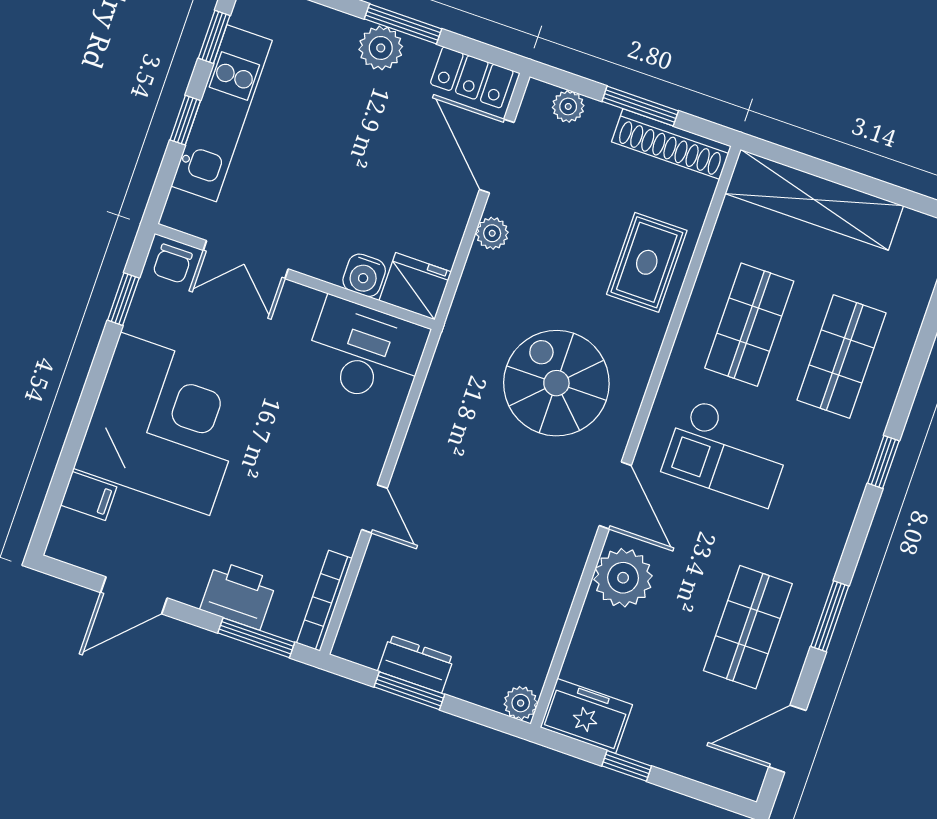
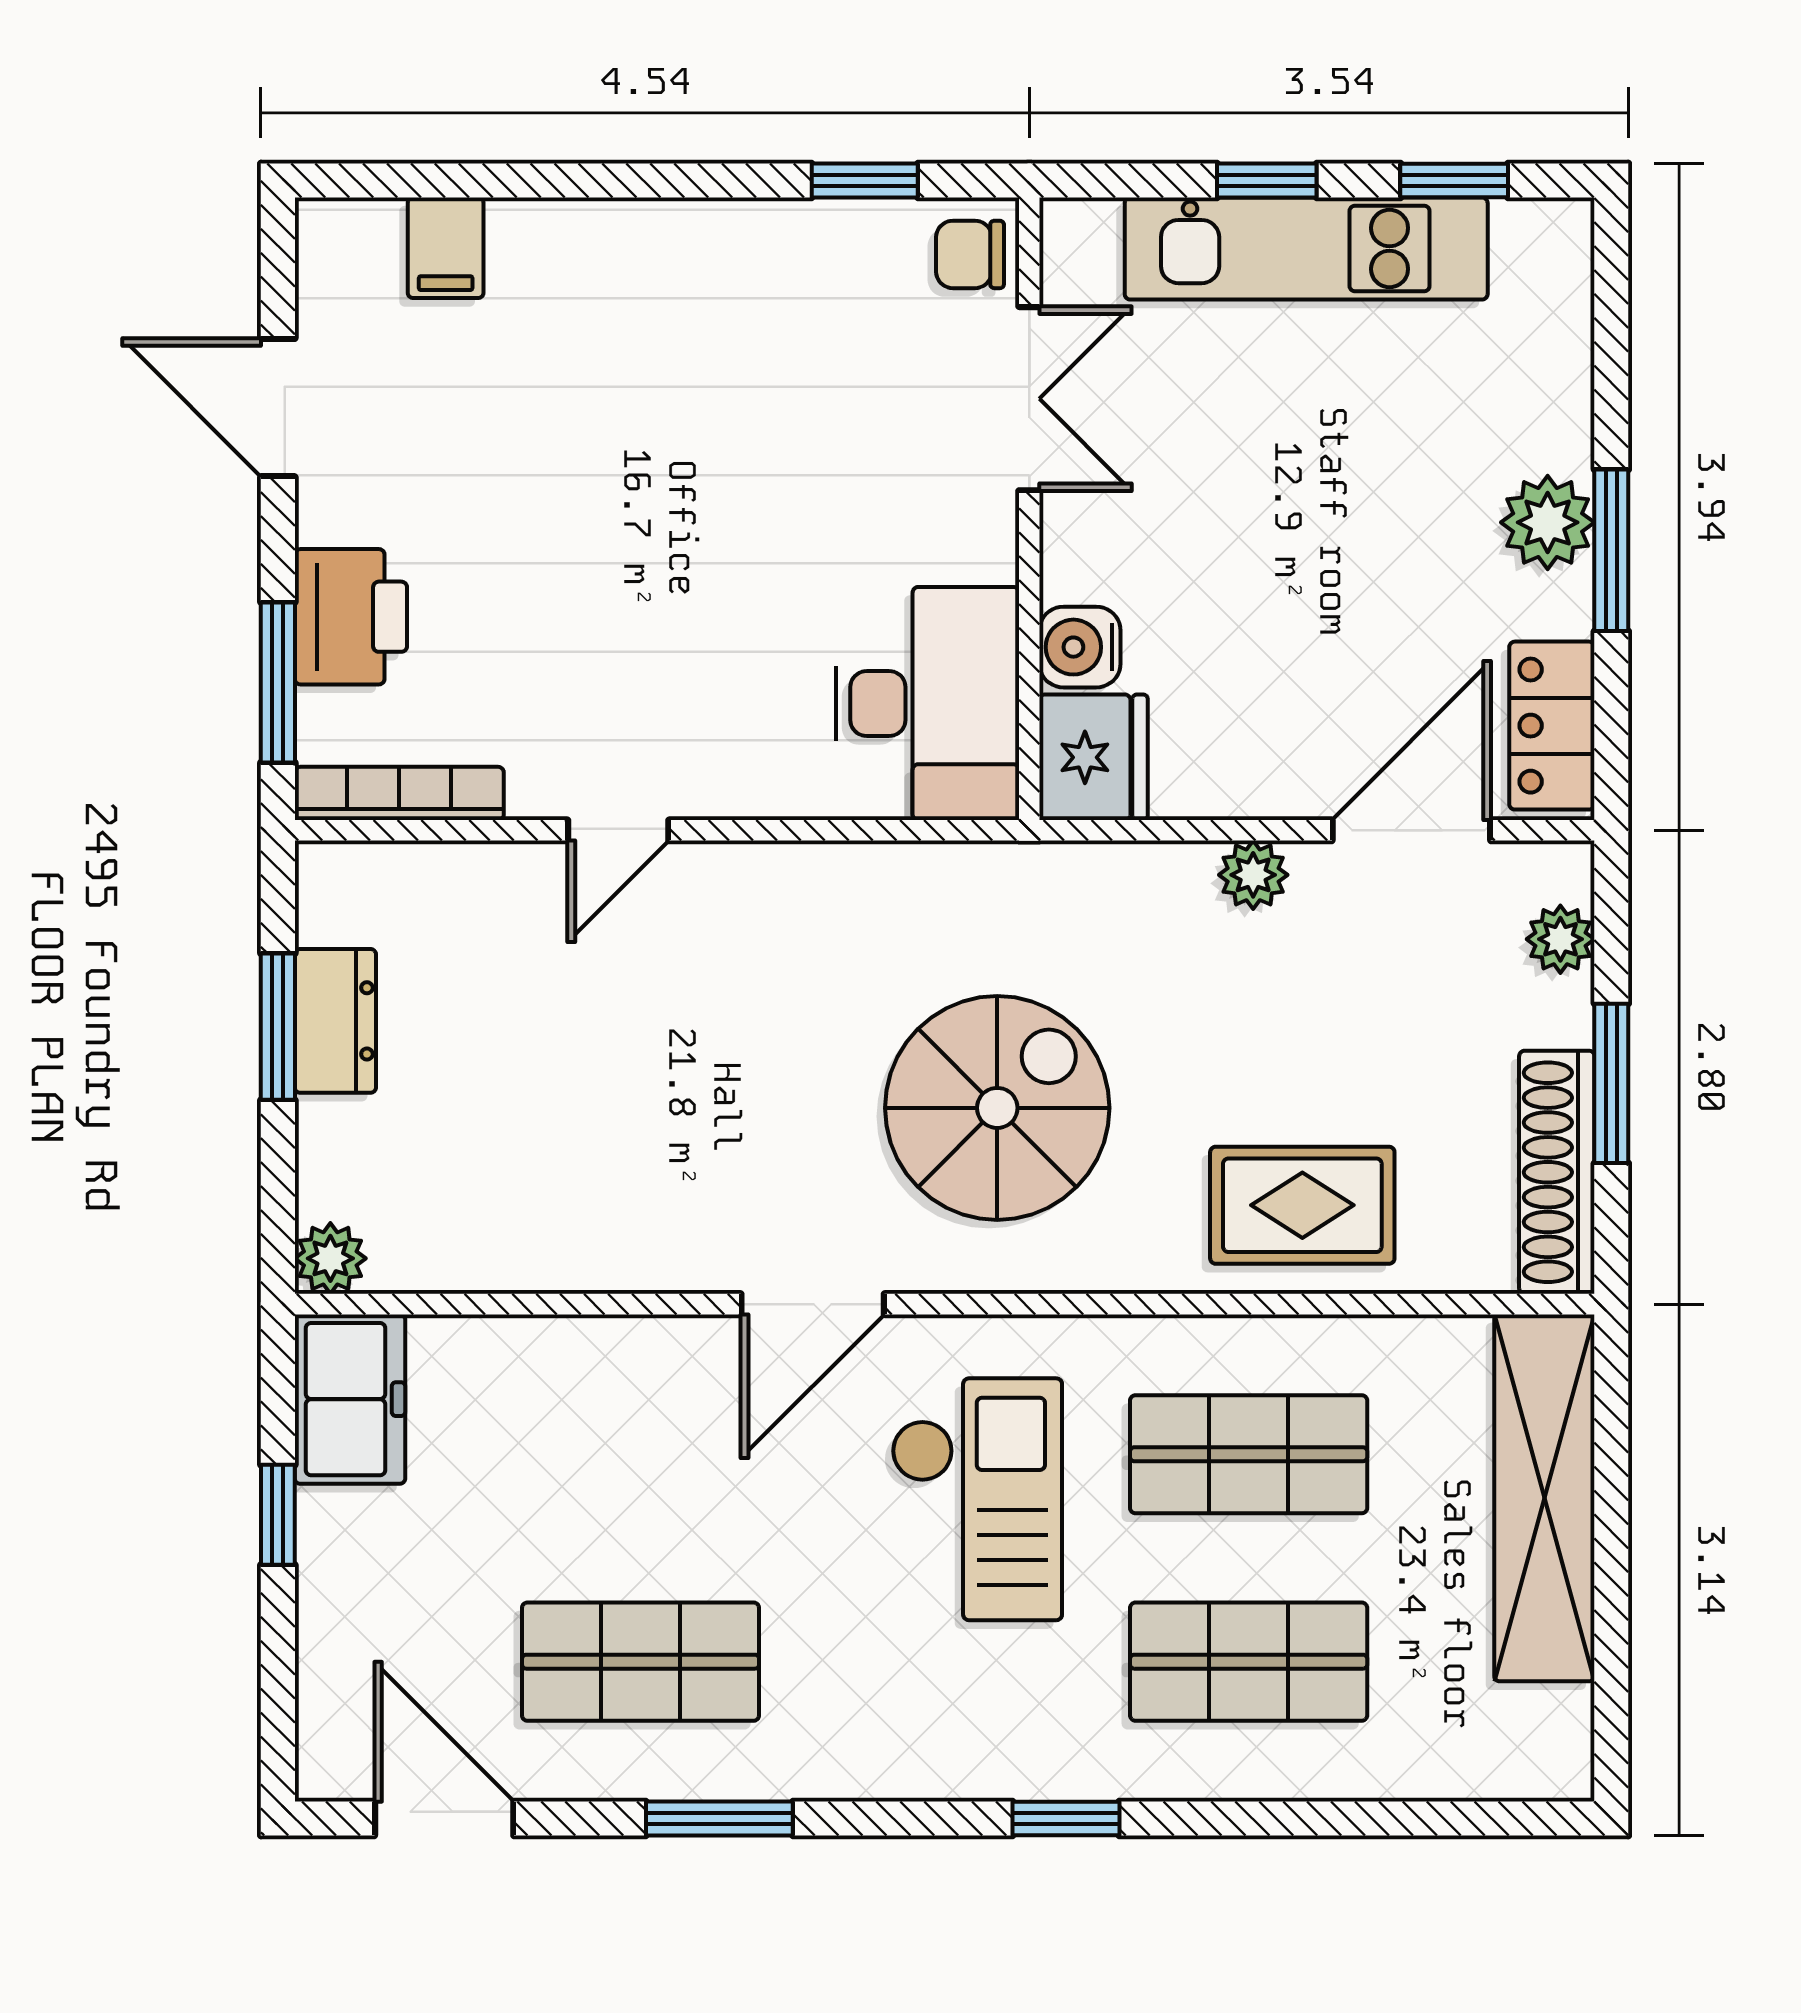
double door: (246, 260) -> (1029, 399), swing flipped
corner desk: (165, 424) -> (644, 351), removed
checkout: (727, 452) -> (977, 1499), turned 180
plant: (623, 578) -> (653, 1377), removed

